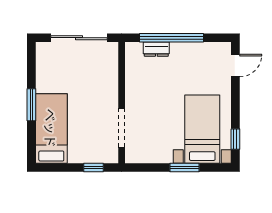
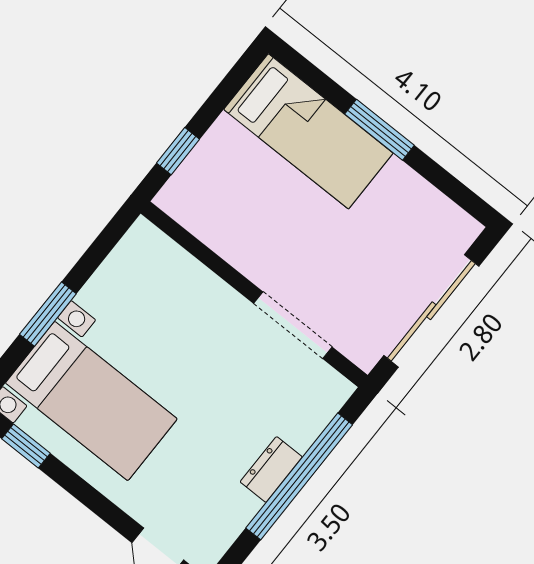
dresser: (156, 49) -> (271, 469), moved
doorway: (122, 128) -> (293, 325), moved

